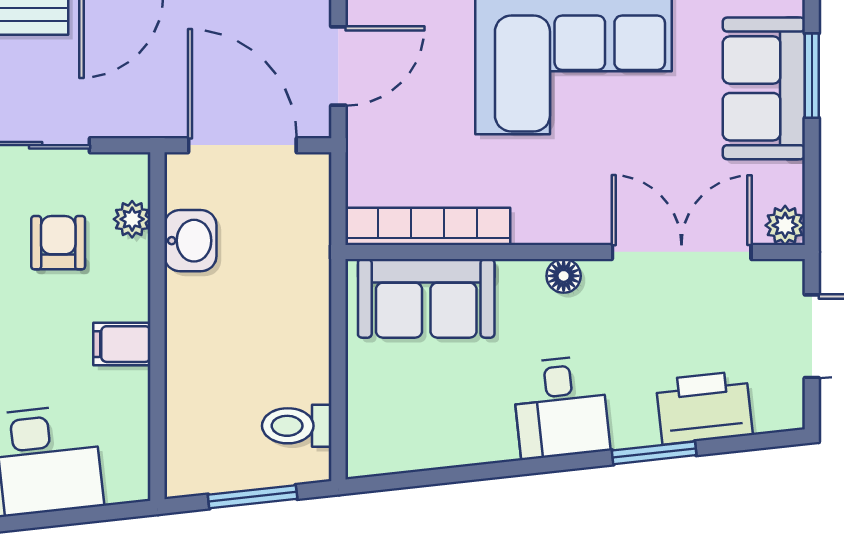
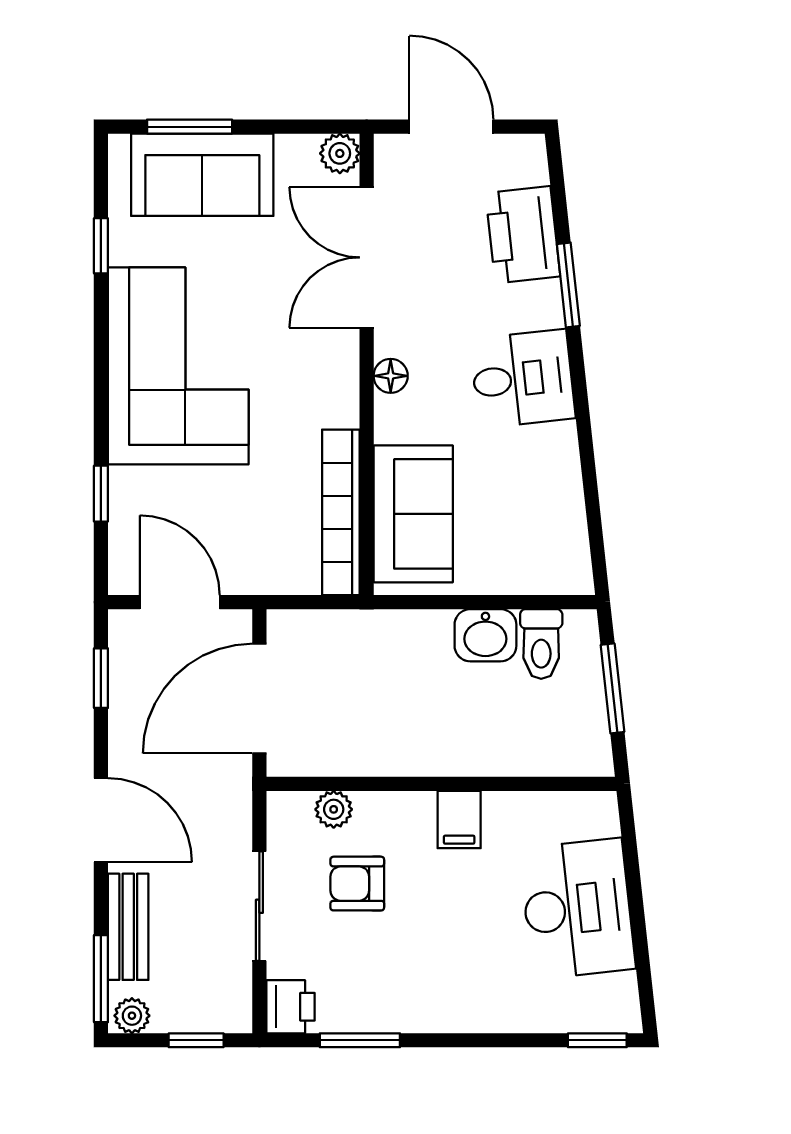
washbasin: (190, 241) -> (485, 635), moved, turned 180

